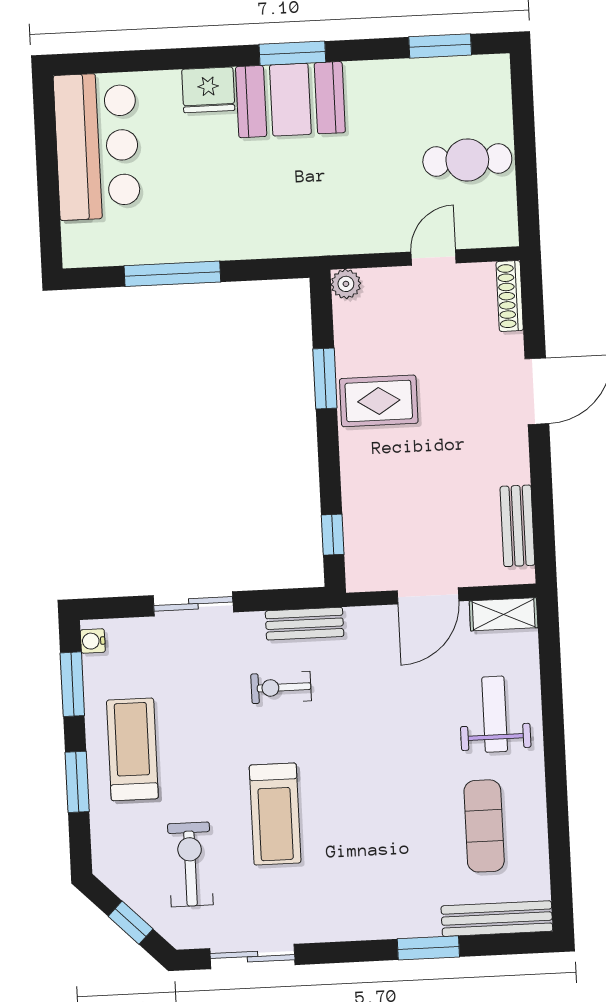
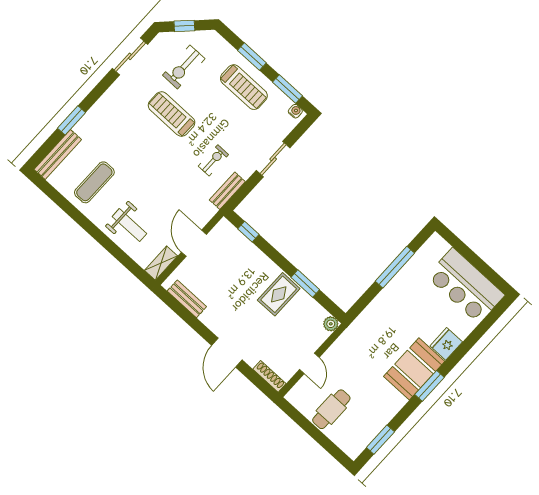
exercise mat: (484, 826) -> (94, 182), turned 90
exercise bike: (190, 864) -> (184, 67), turned 90

